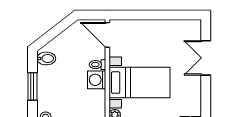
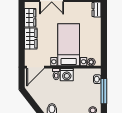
wardrobe: (178, 27) -> (30, 18), added
wardrobe: (149, 28) -> (31, 39), added

